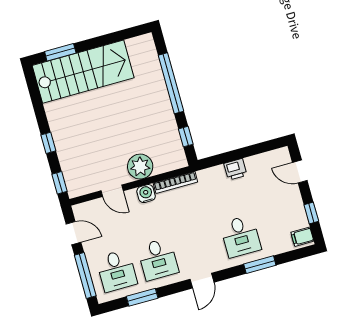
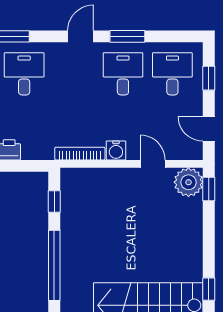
window: (48, 143) -> (209, 289), moved
plant: (140, 167) -> (188, 182), moved
window: (85, 276) -> (209, 78), width x0.46
window: (142, 297) -> (127, 36), moved

